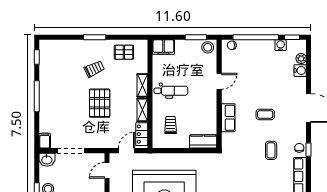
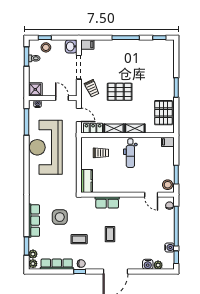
filing cabinet: (163, 47) -> (168, 142), width x0.50
pallet: (124, 52) -> (164, 113), width x1.50, depth x1.42
trolley: (94, 69) -> (92, 88), moved
door: (219, 81) -> (151, 195), moved
side table: (245, 173) -> (60, 217), added

